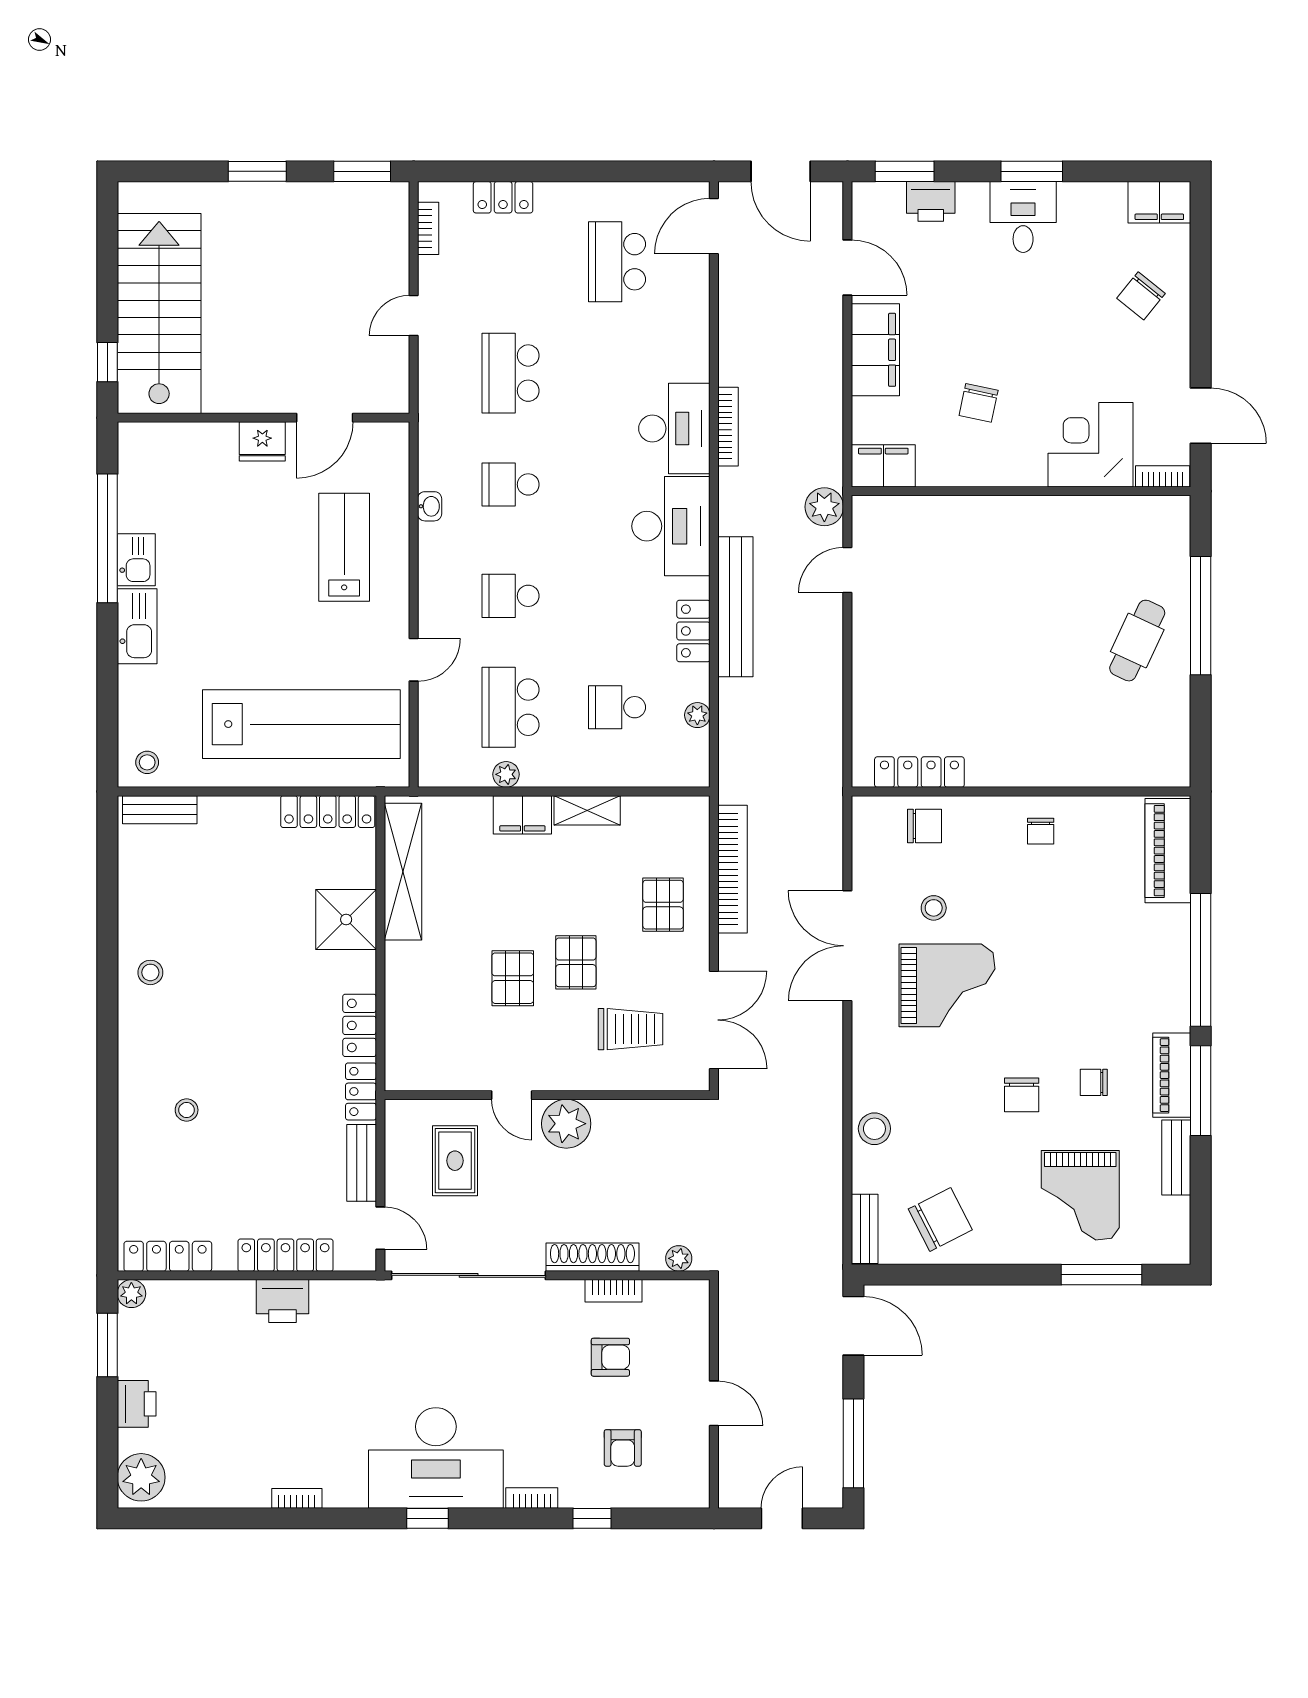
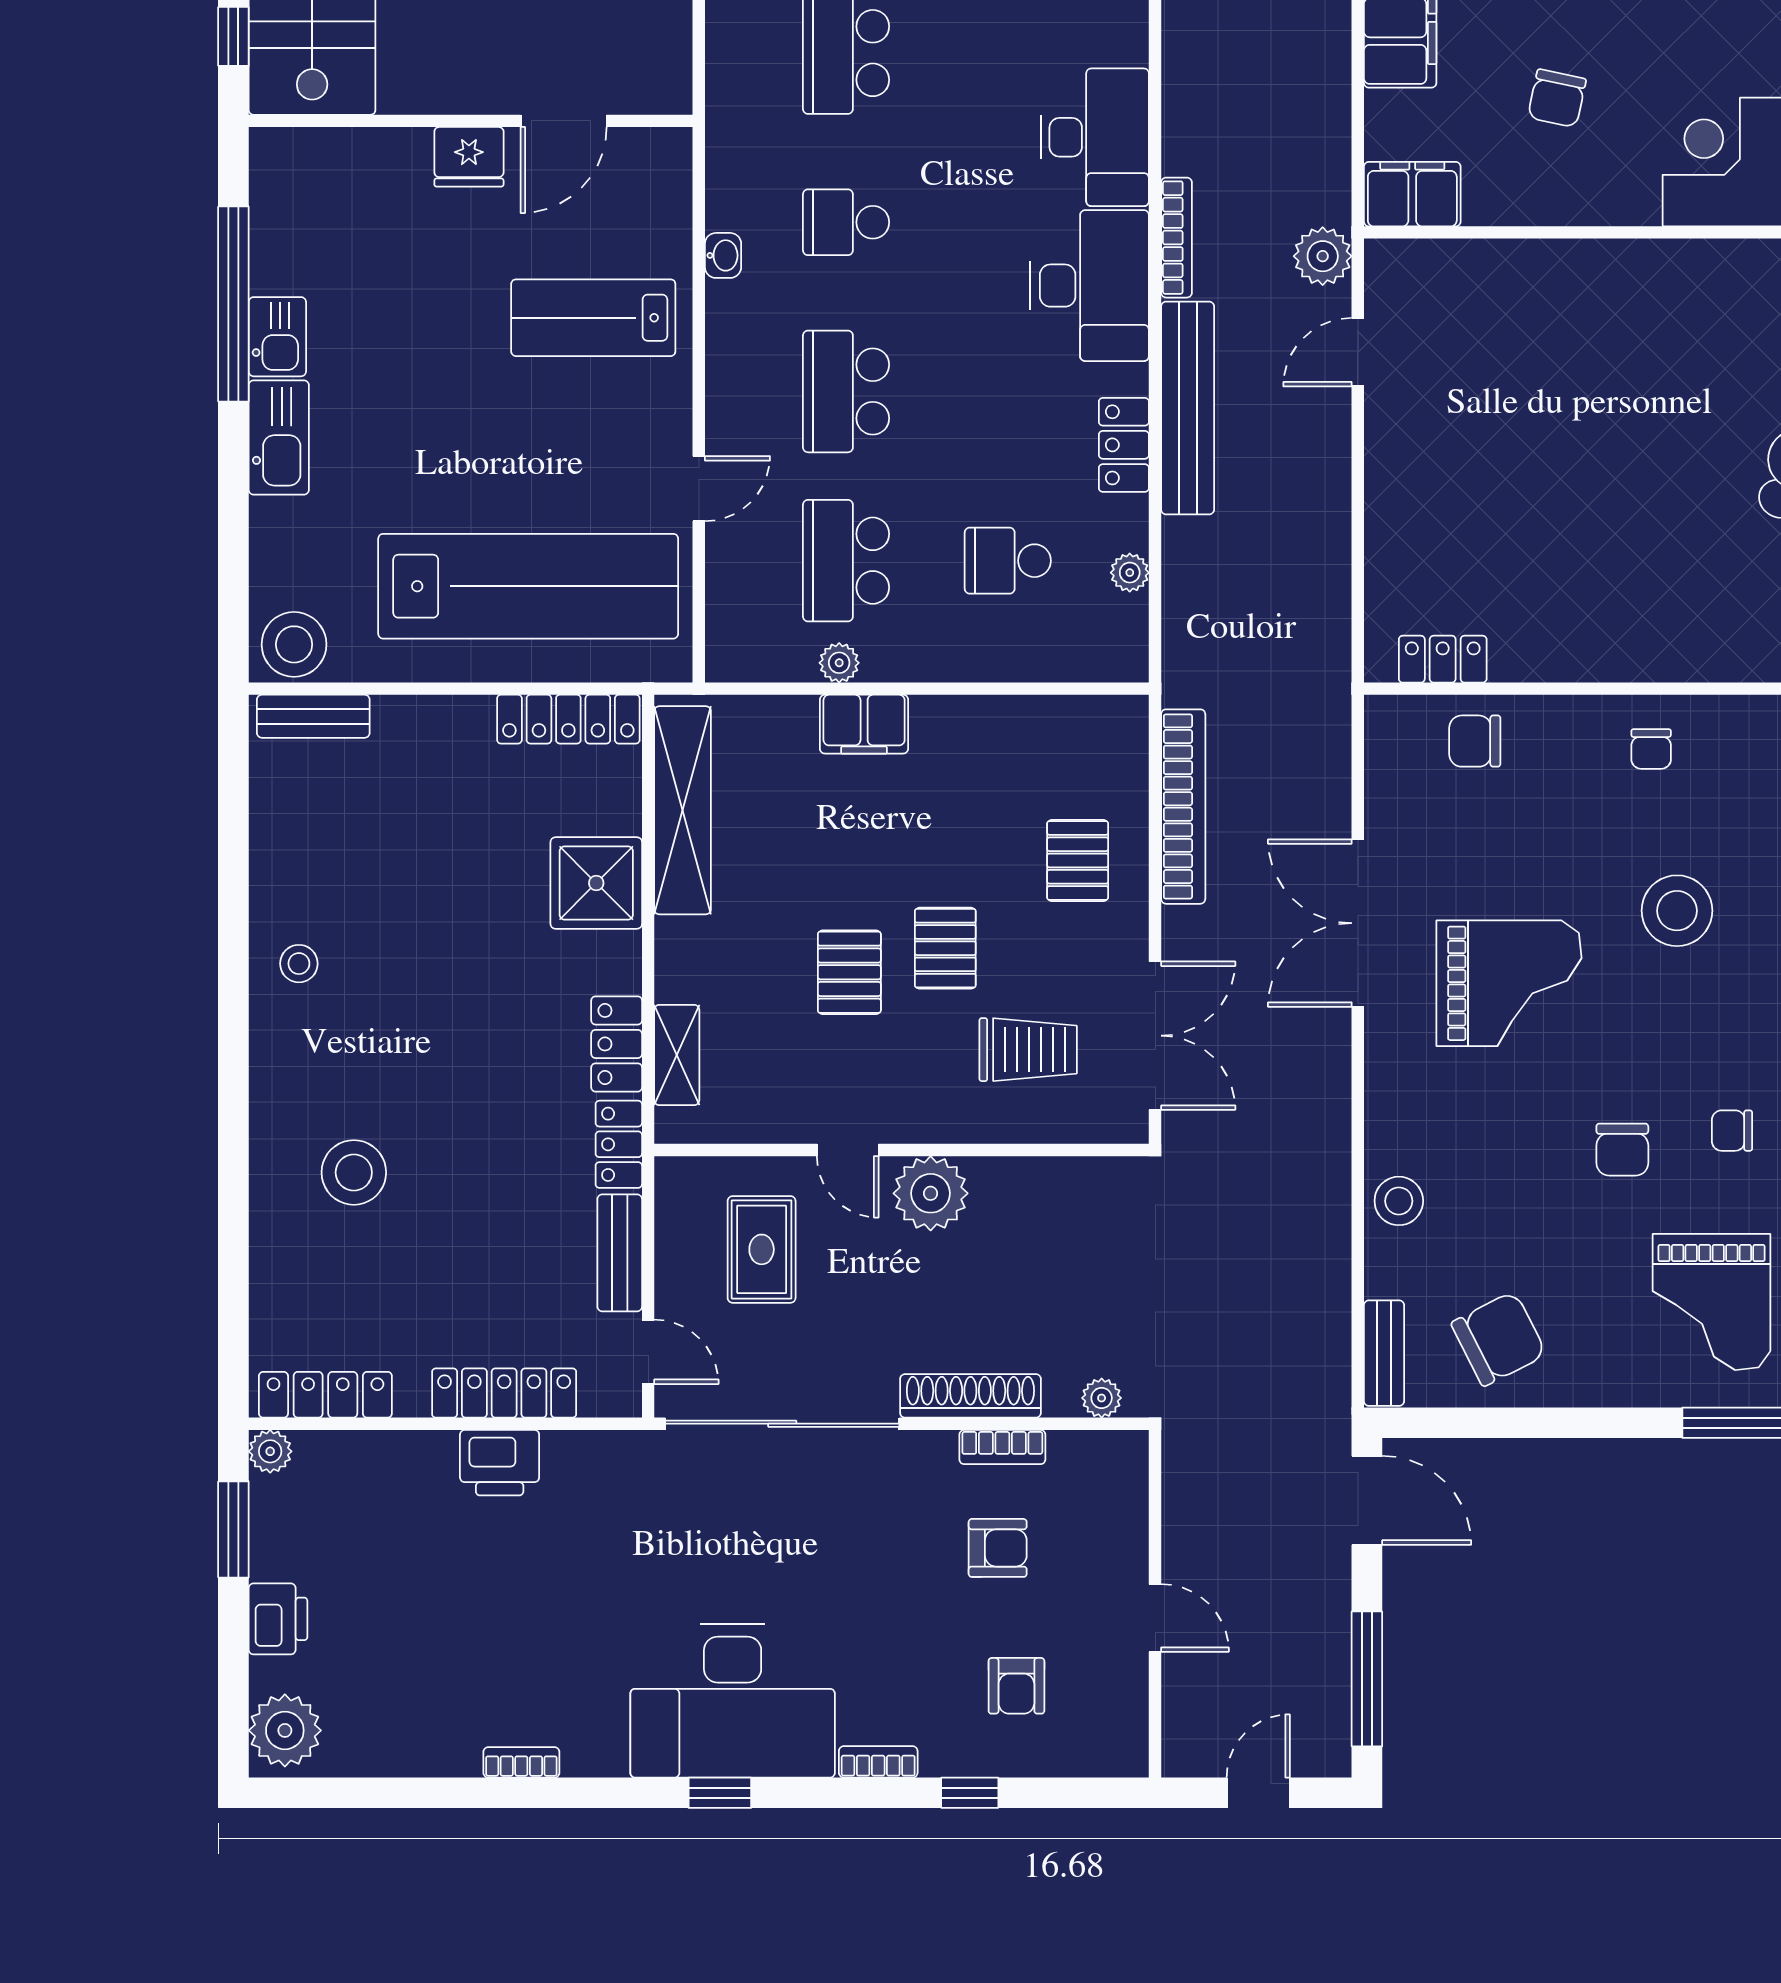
bookcase: (728, 427) -> (1176, 238), moved
lab bench: (344, 547) -> (593, 318), turned -90
school desk: (511, 596) -> (846, 391), width x1.85
stool: (147, 762) -> (294, 644), width x1.89, depth x1.89
locker: (919, 772) -> (1443, 659), width x0.66
shelving: (587, 810) -> (677, 1055), moved, turned 90
chair: (925, 826) -> (1475, 741), turned 180
stool: (934, 908) -> (1677, 911), moved, width x1.89, depth x1.89
stool: (187, 1110) -> (354, 1172), width x1.89, depth x1.89

